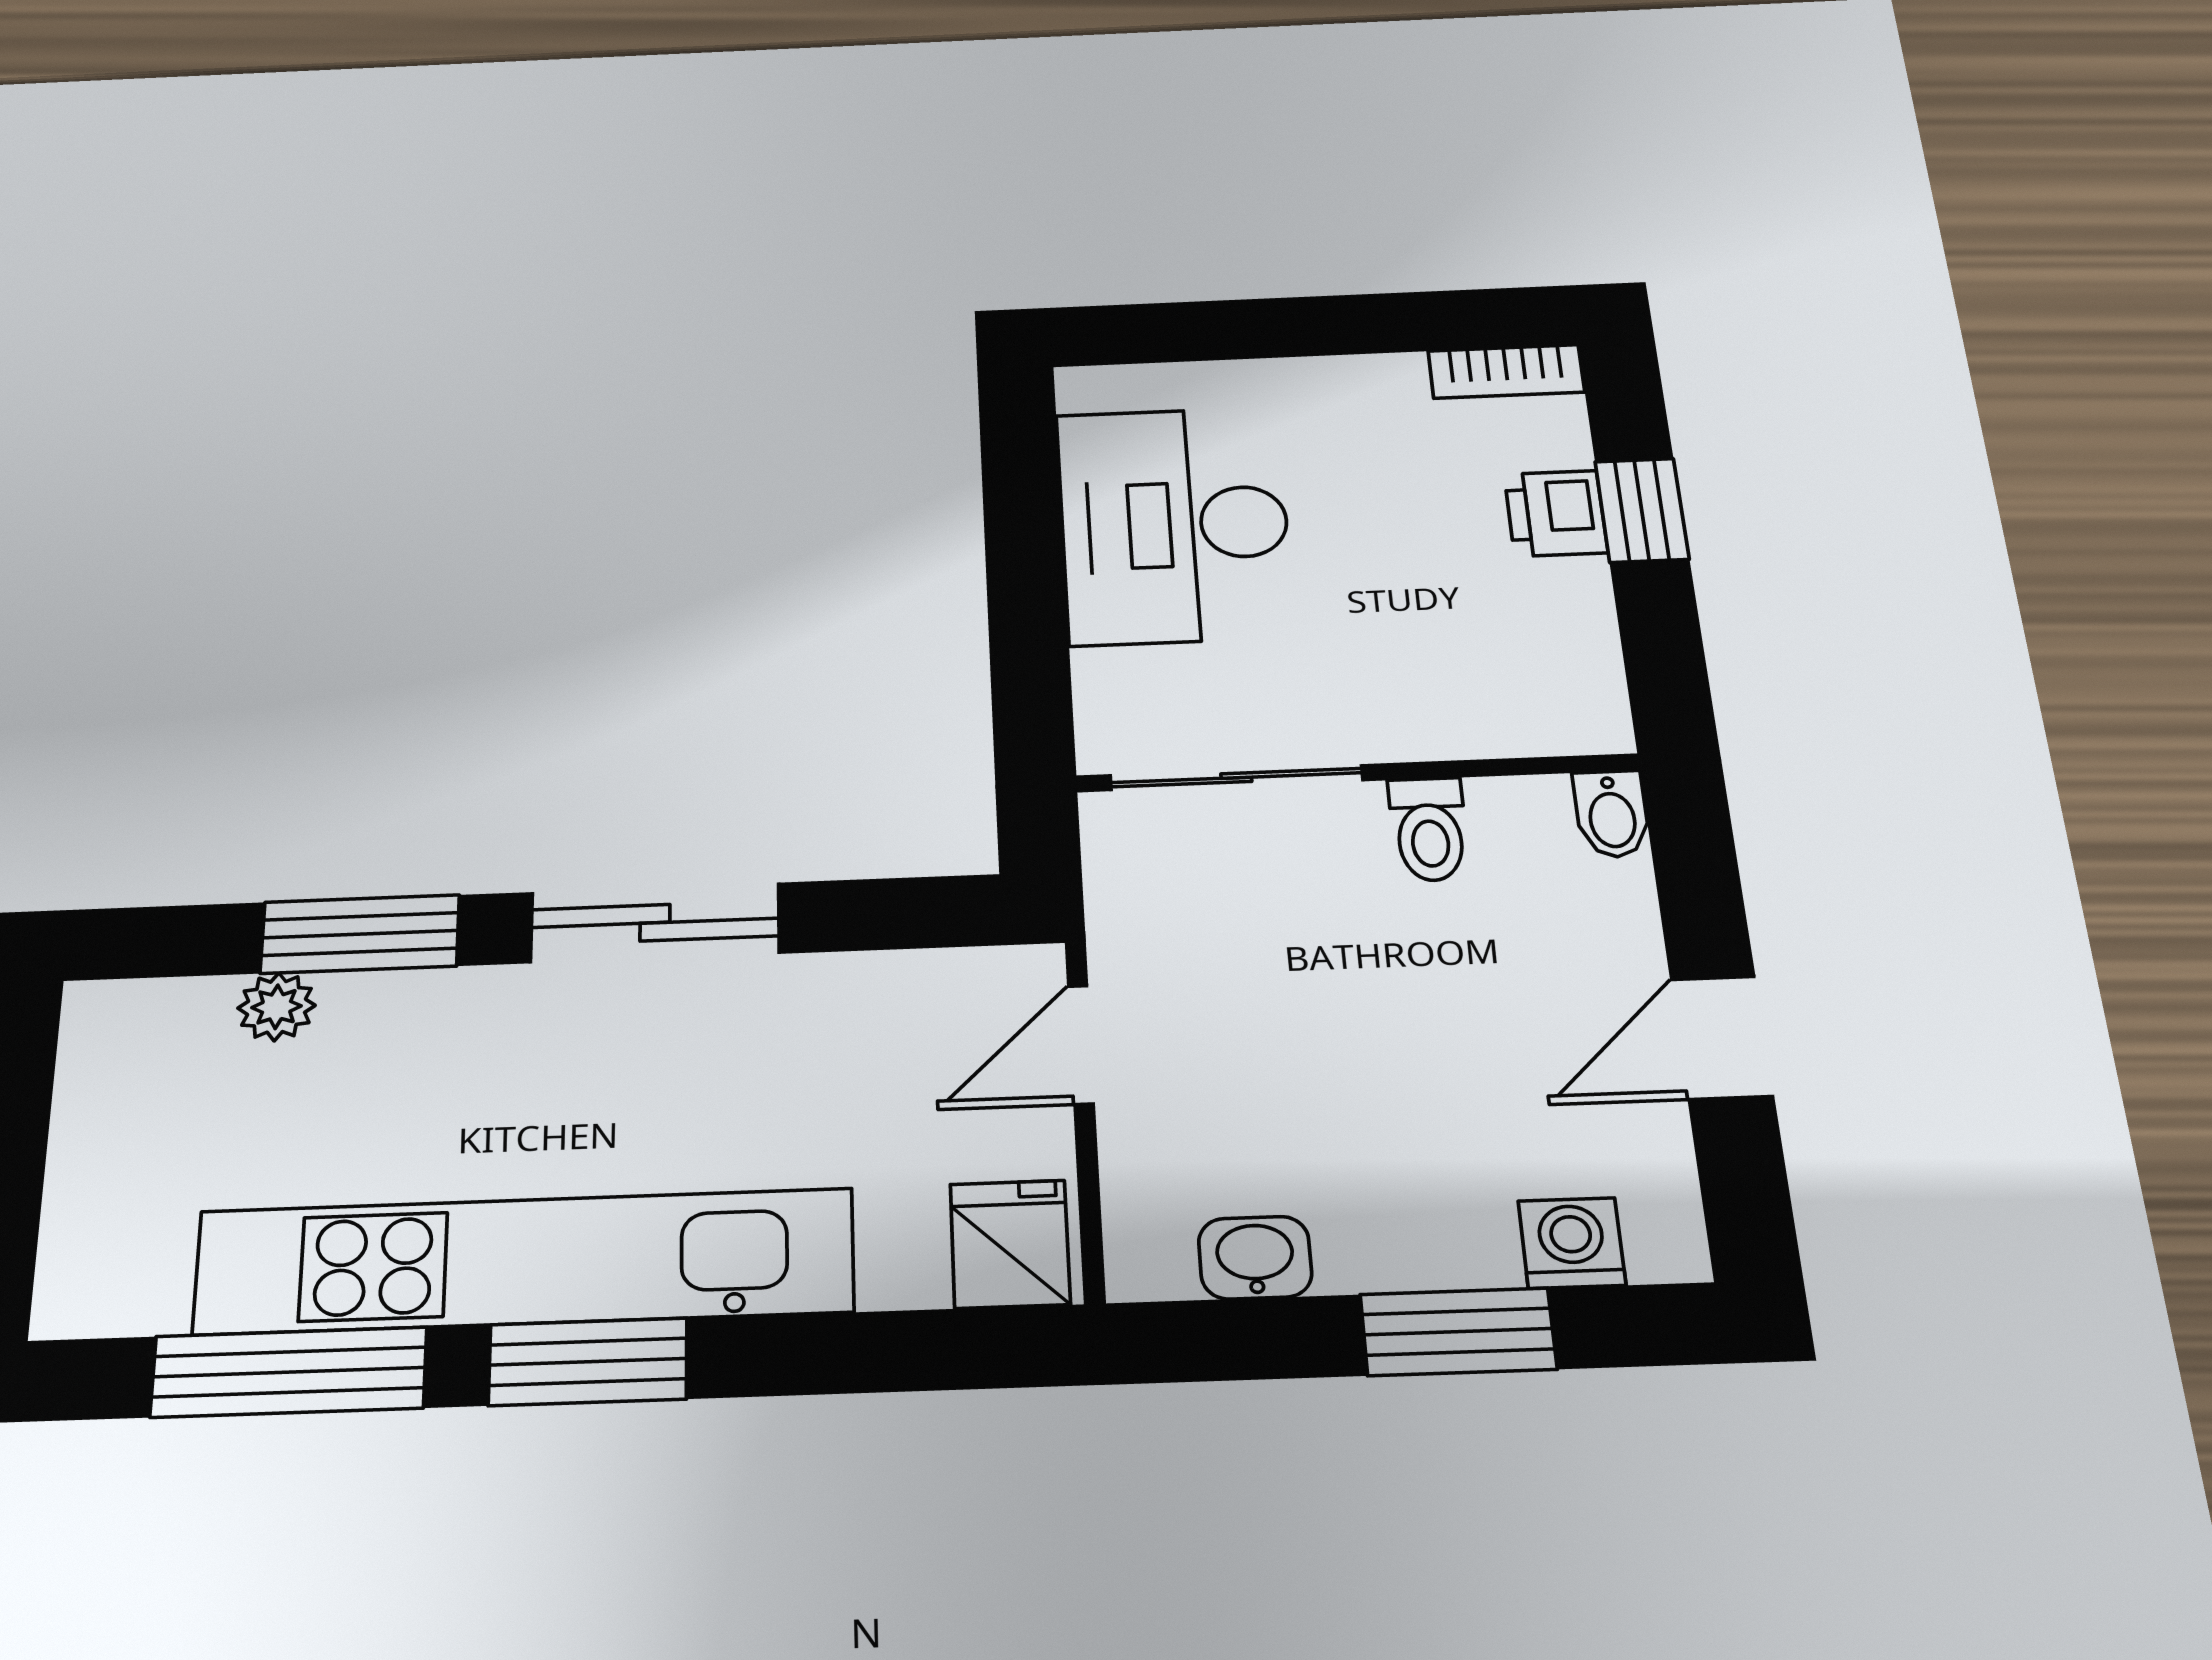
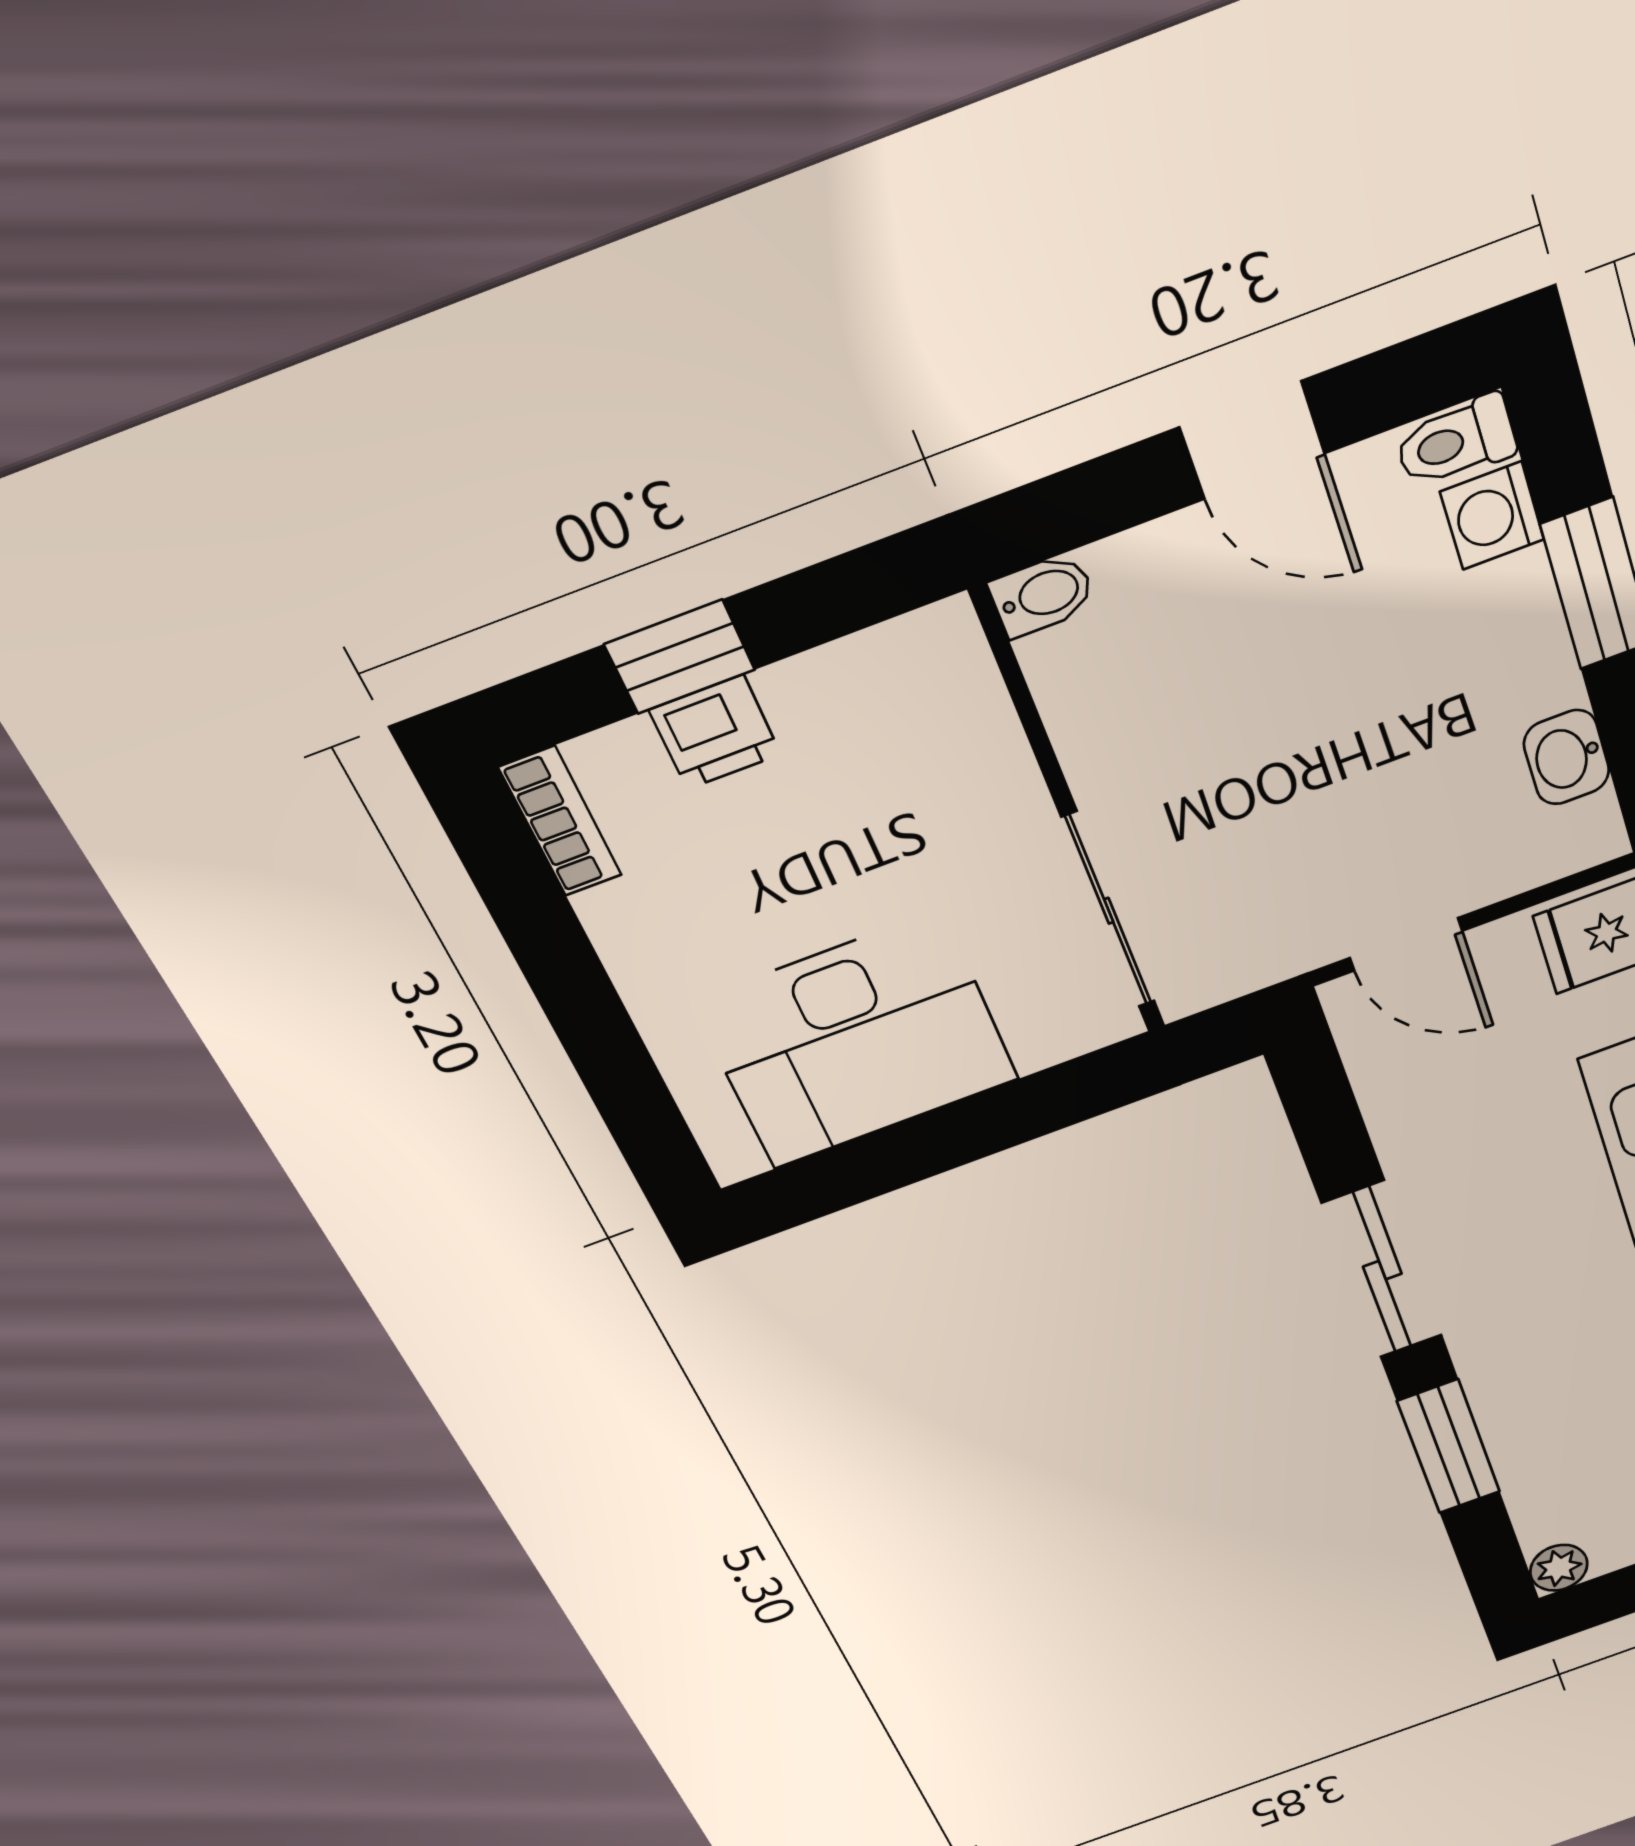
toilet: (1429, 829) -> (1456, 442), moved, turned 180
plant: (277, 1007) -> (1559, 1568), moved

